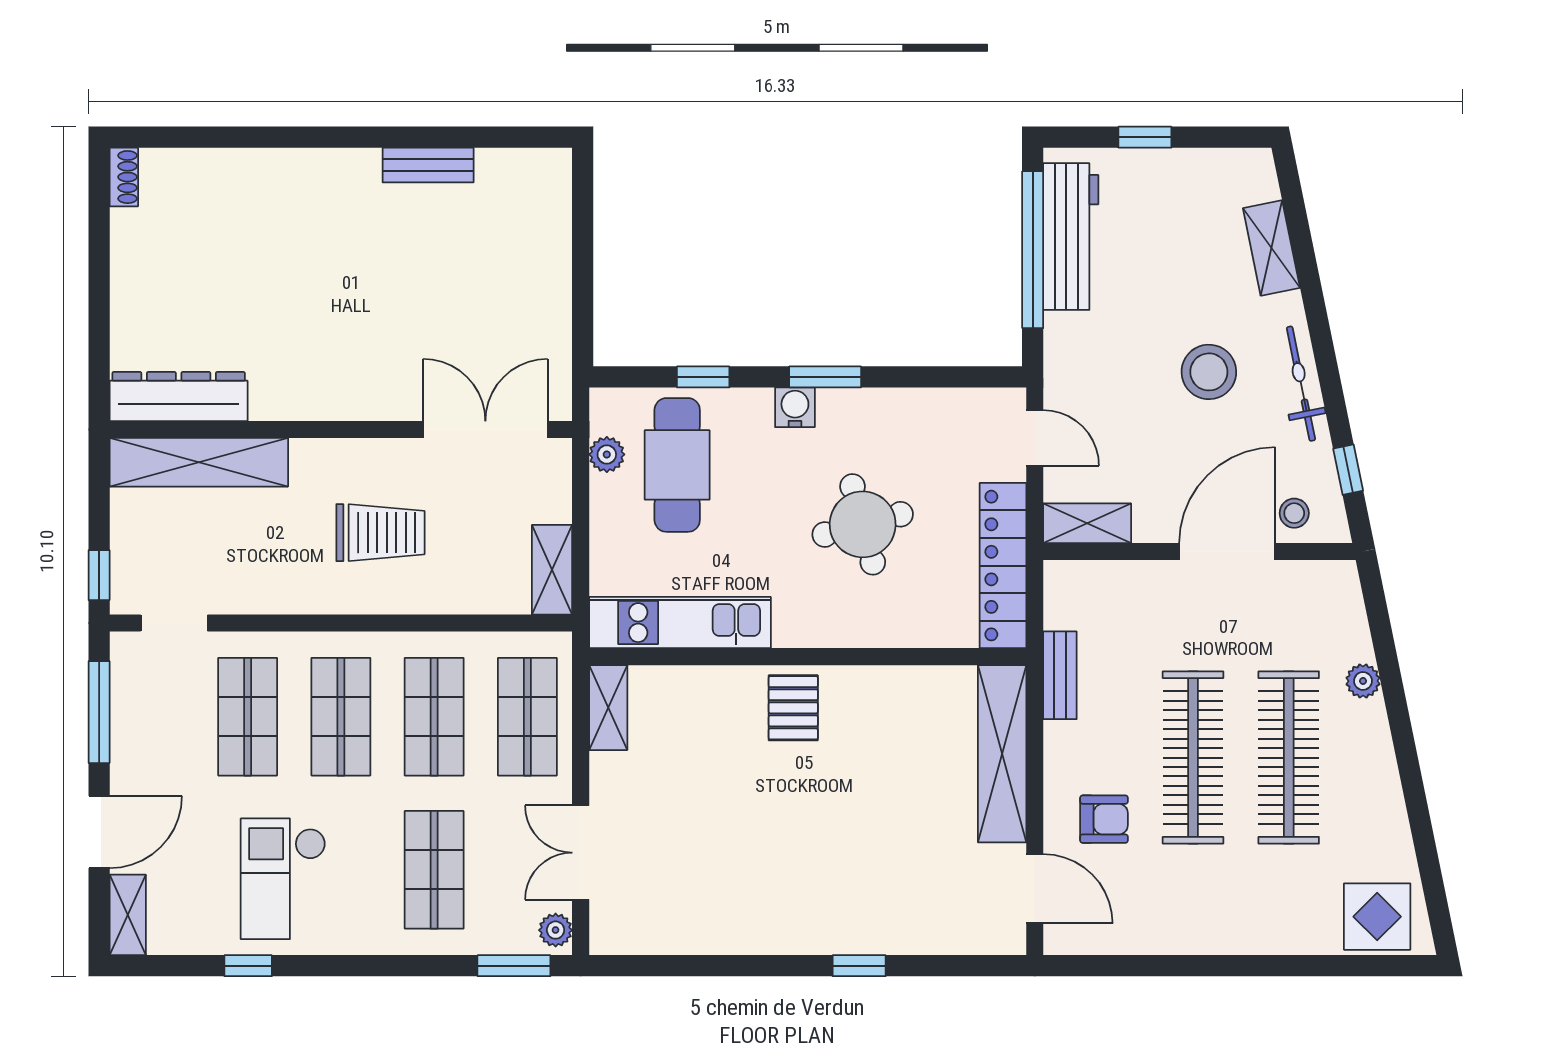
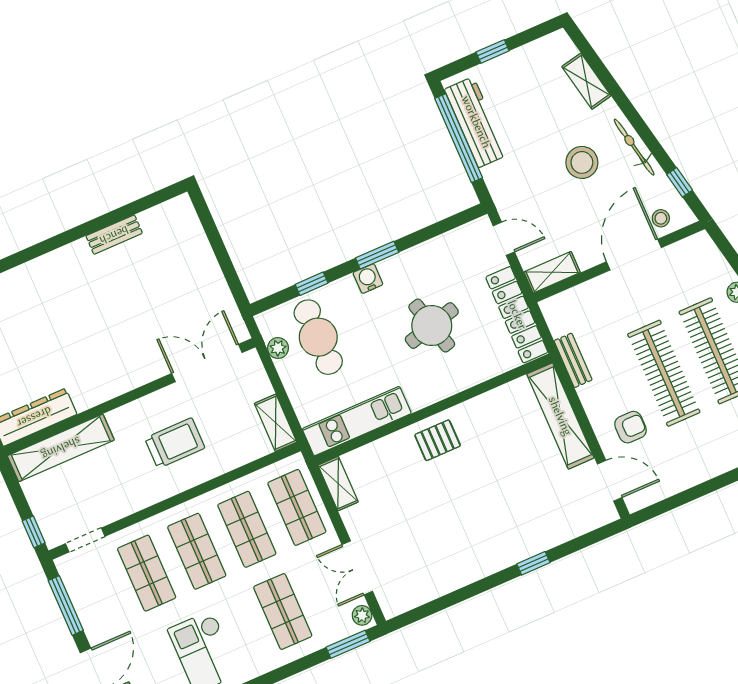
pallet: (793, 708) -> (438, 440), turned 90

